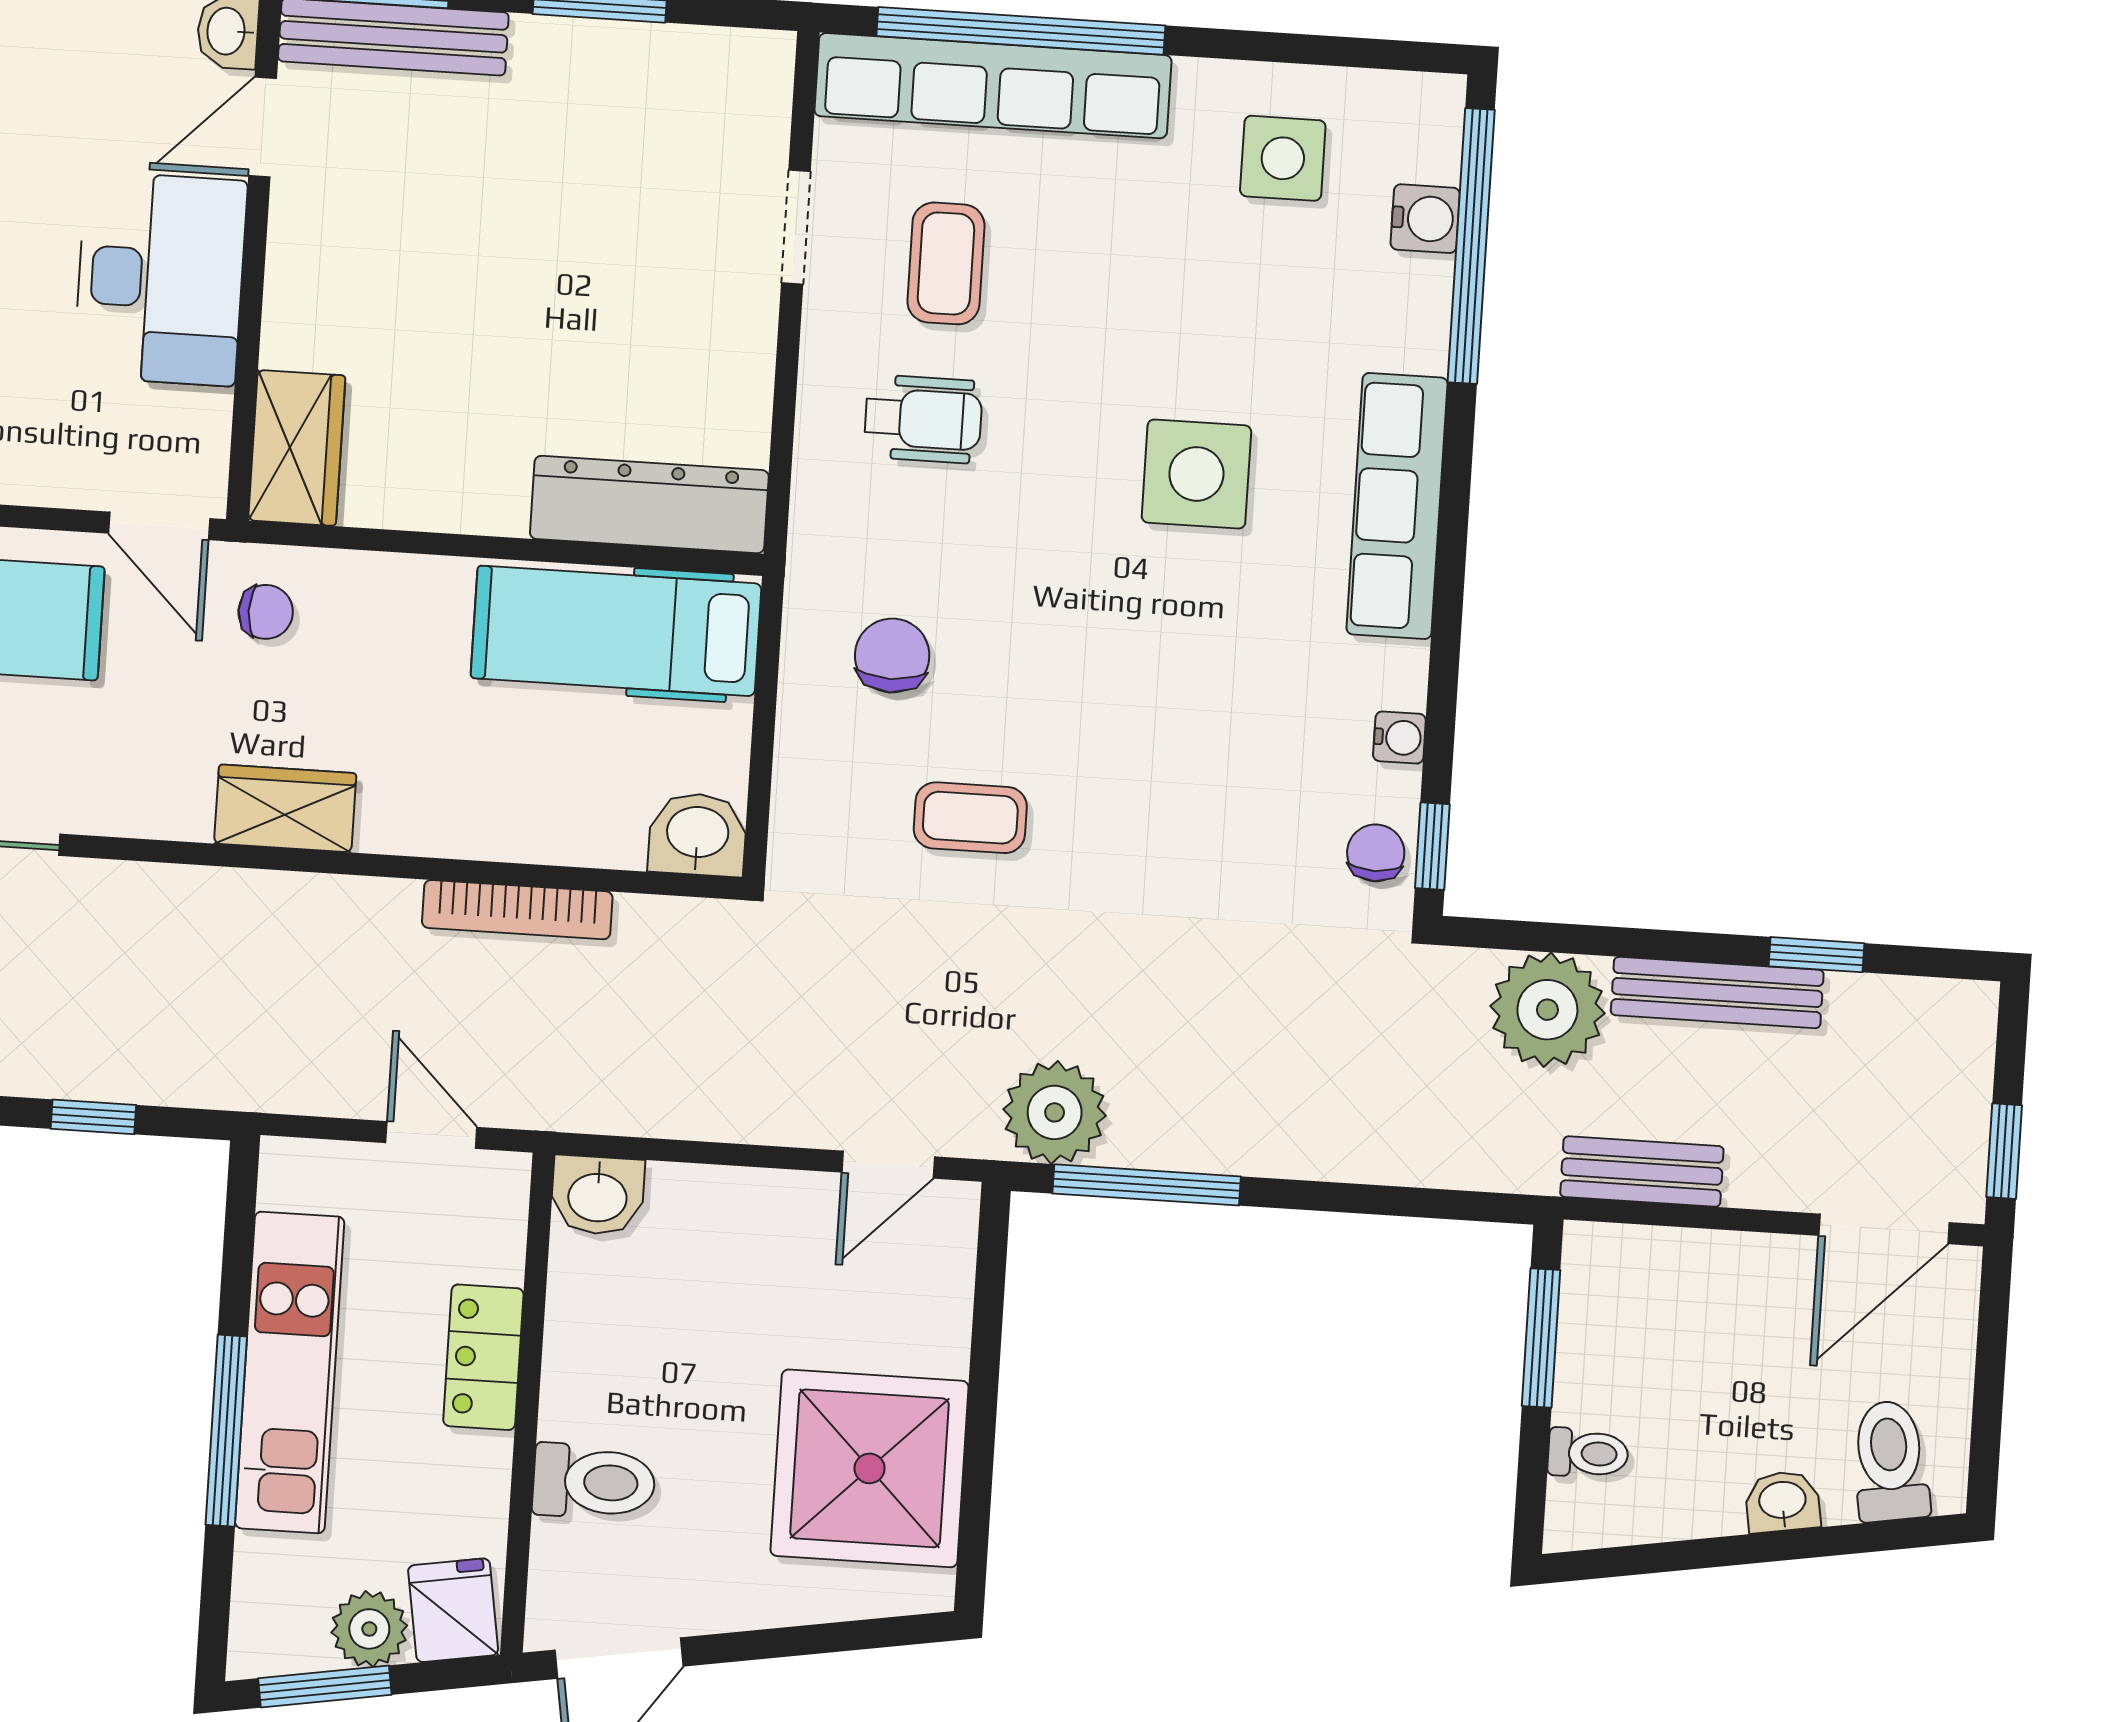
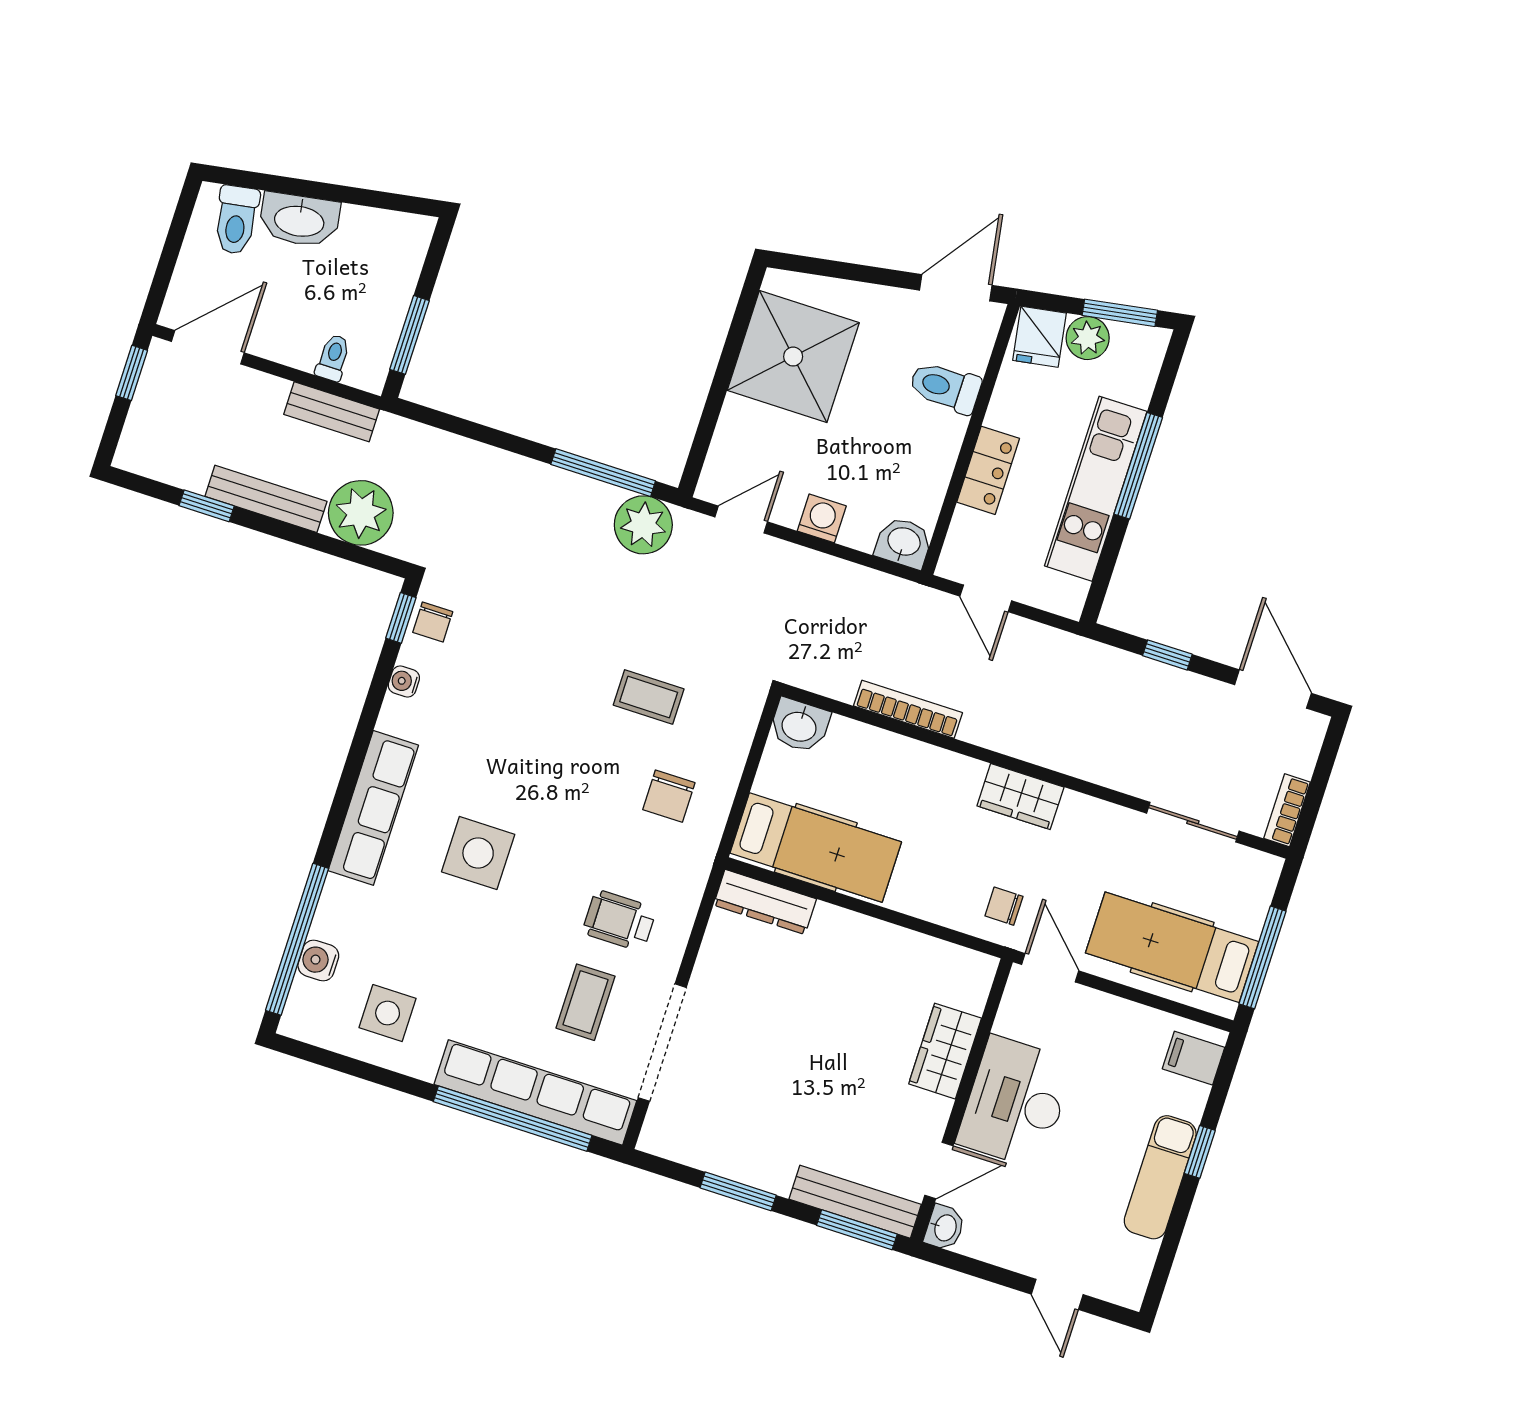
doorway: (796, 227) -> (662, 1043), width x1.87
wardrobe: (297, 448) -> (945, 1051), moved
dresser: (649, 505) -> (765, 902), width x0.73, depth x0.80
washing machine: (749, 1201) -> (822, 518), added
toilet: (1588, 1453) -> (333, 358), moved, turned 90
washbasin: (1783, 1502) -> (299, 220), width x1.91, depth x1.45

